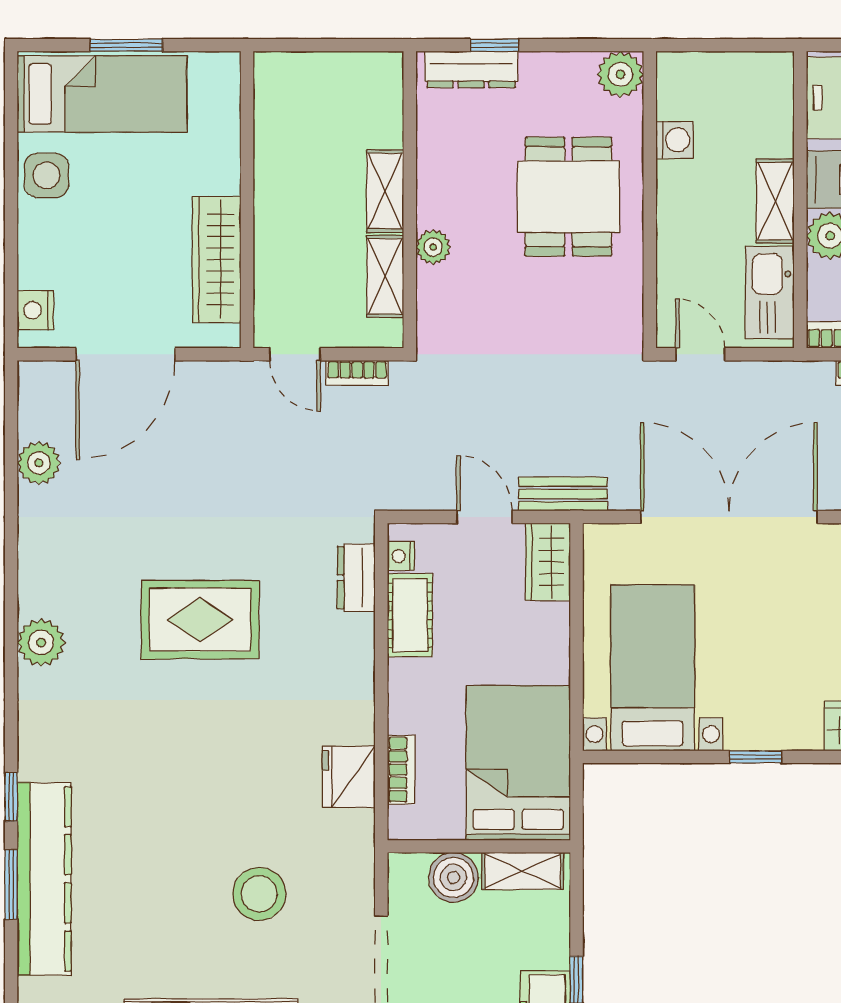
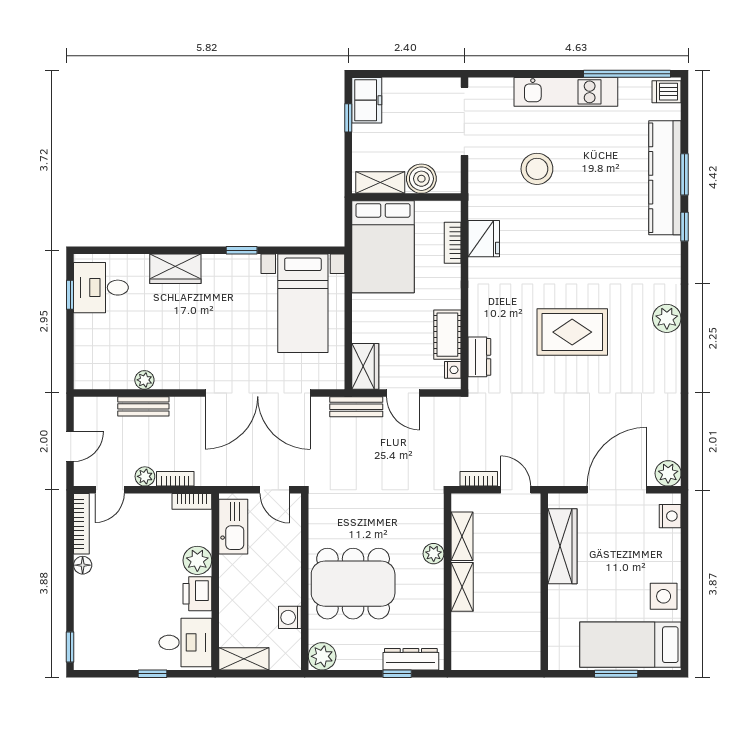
dining table: (568, 197) -> (353, 584), width x1.38
shelving: (775, 201) -> (244, 659), moved, turned 90
plant: (39, 463) -> (668, 473), moved

